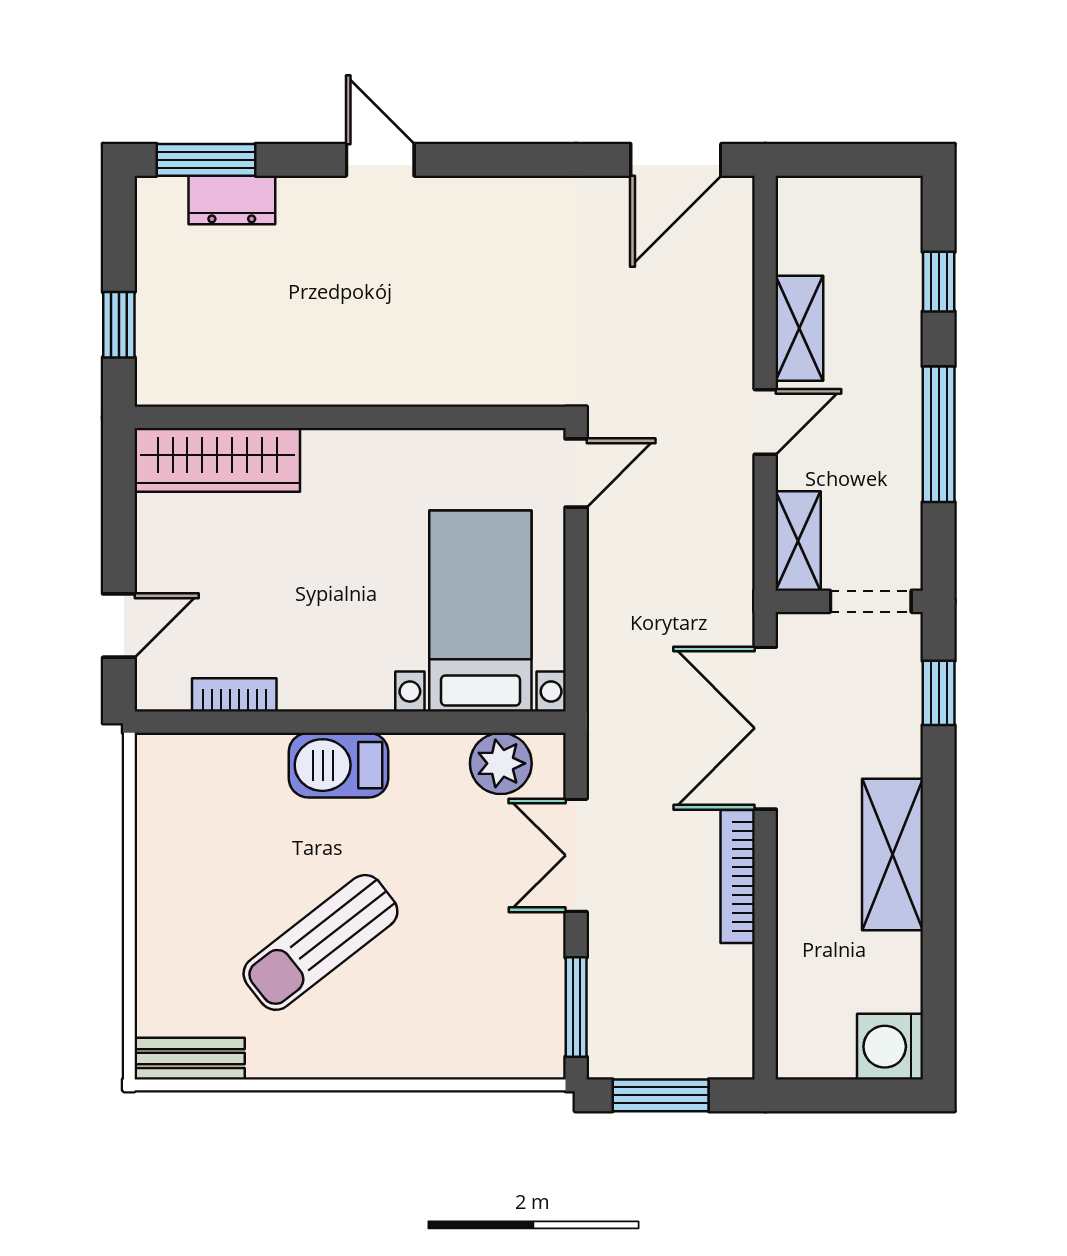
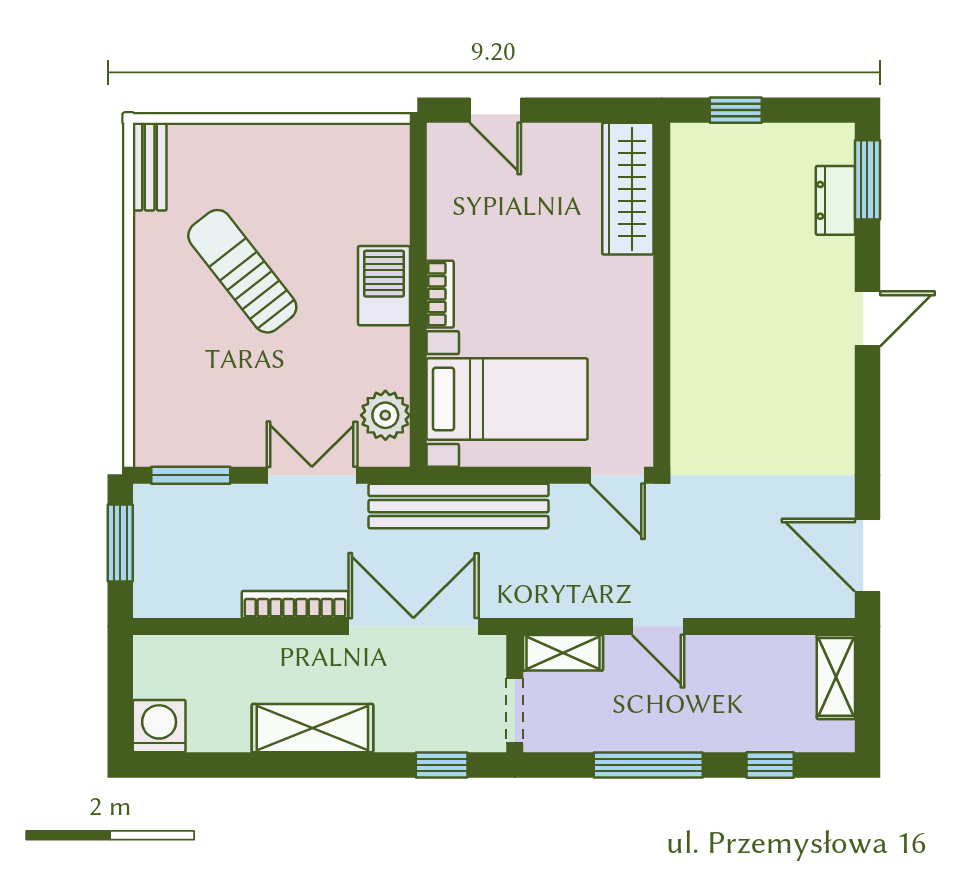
shelving: (799, 328) -> (836, 677), moved, turned 90
bench: (615, 672) -> (459, 506), added
bookcase: (234, 695) -> (440, 294), moved

